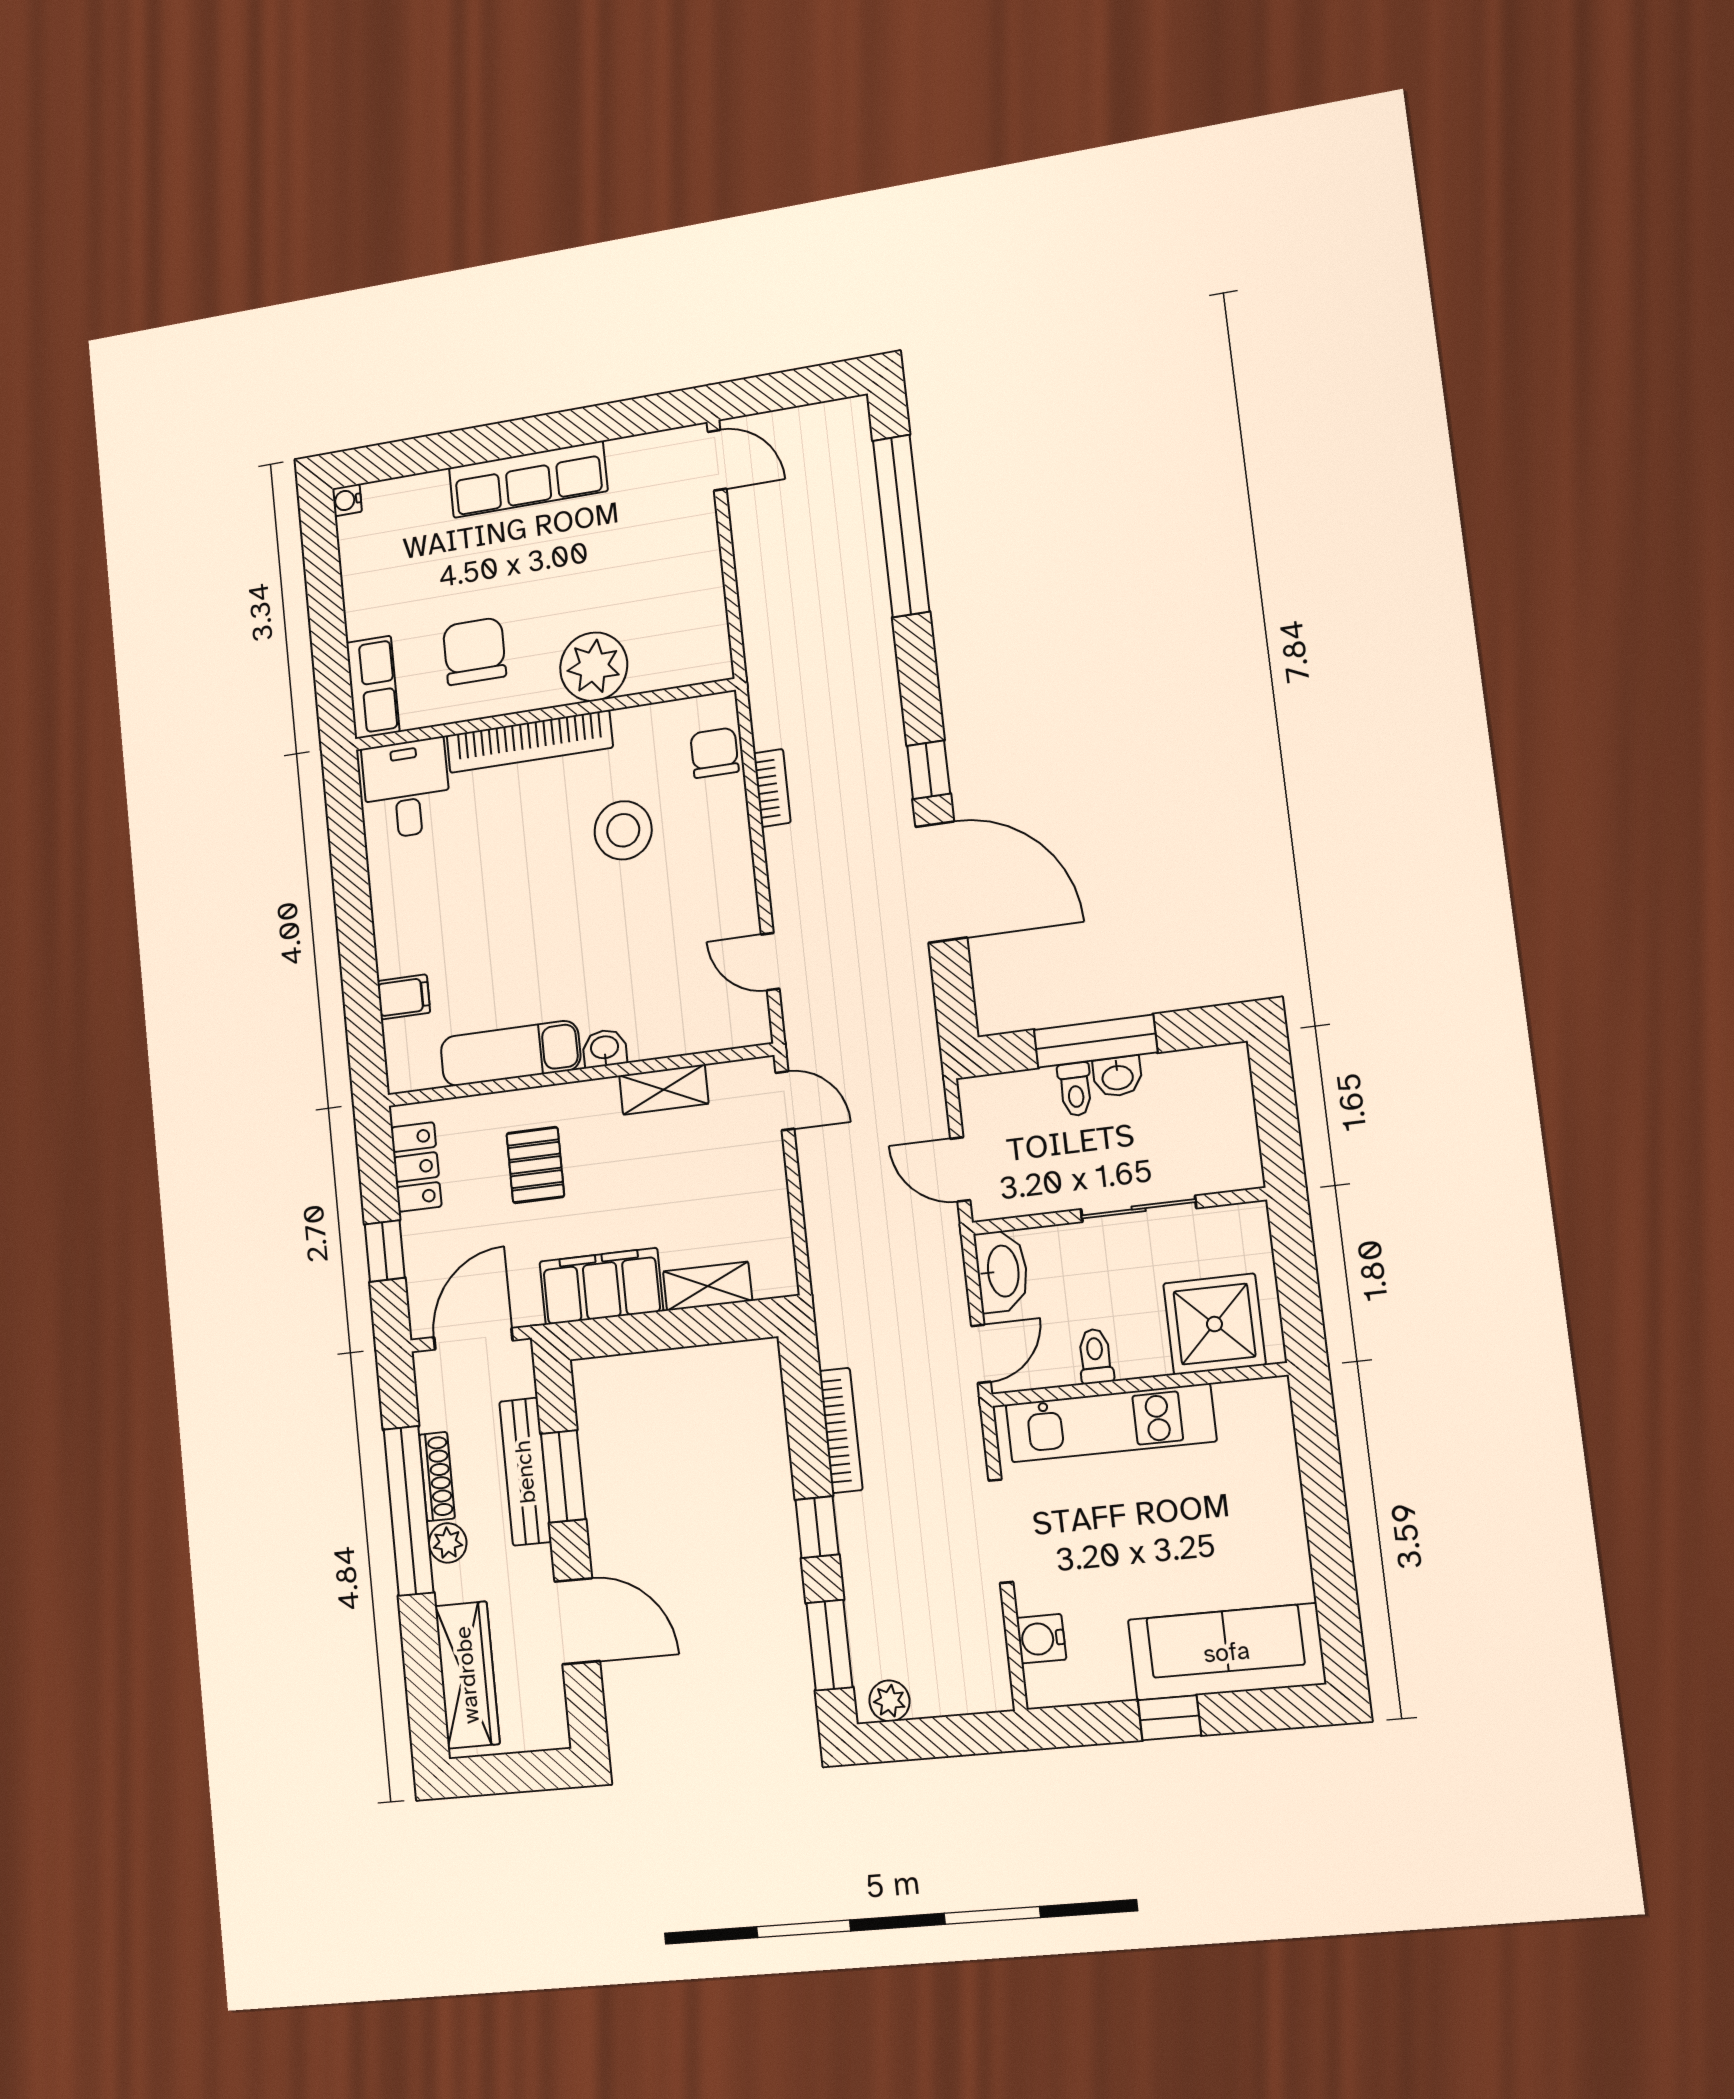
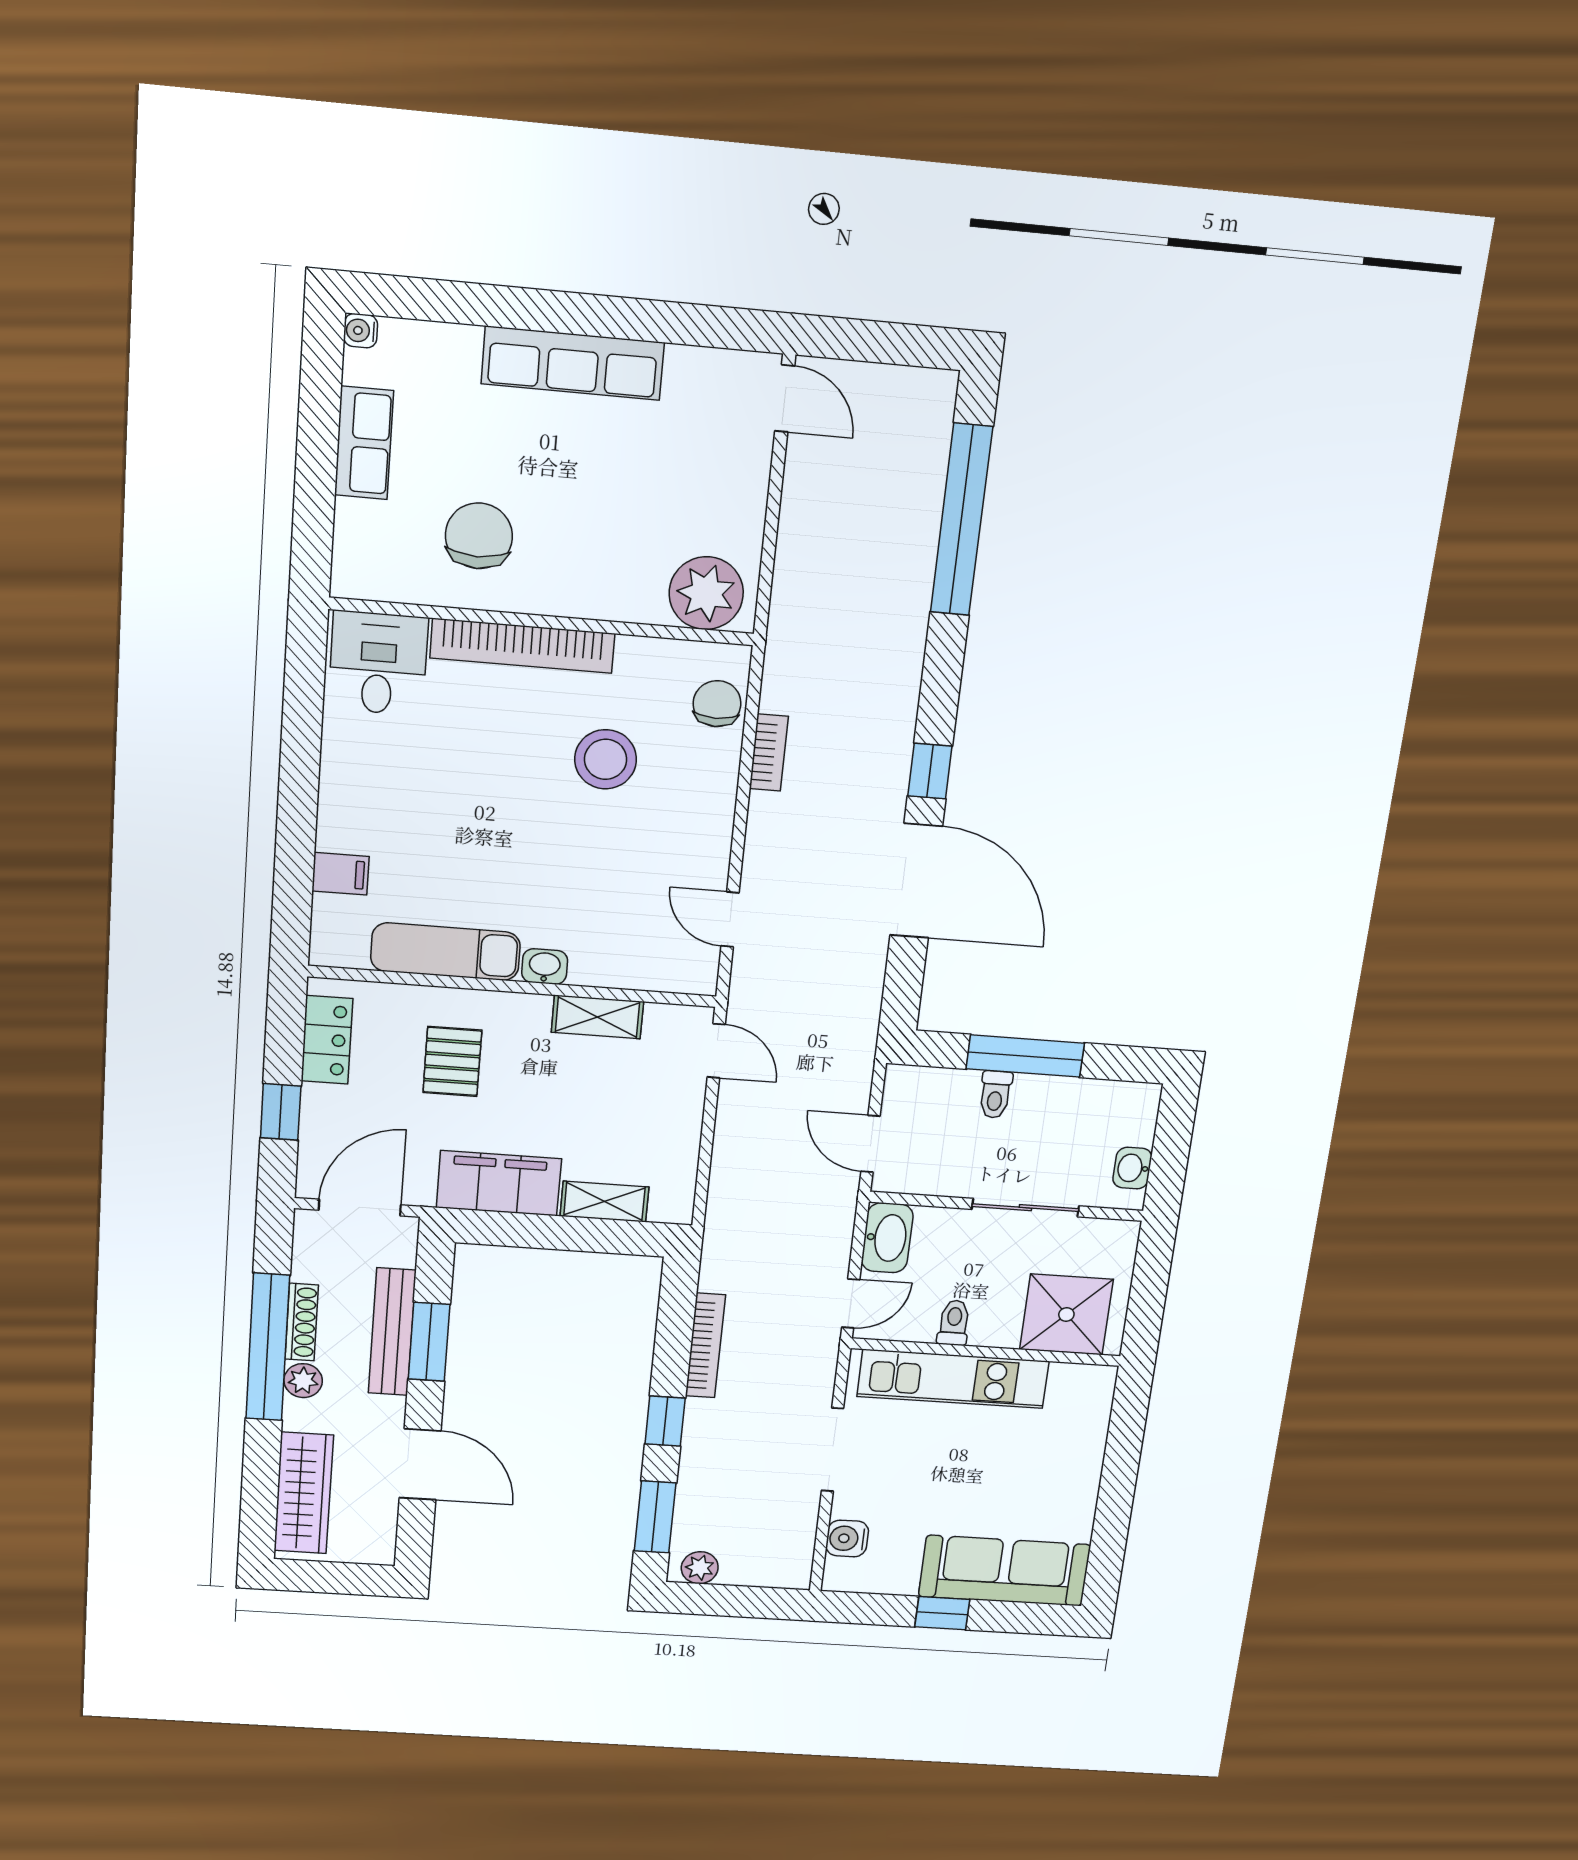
plant: (594, 667) -> (706, 593), moved
row of seats: (373, 687) -> (364, 443), moved
washbasin: (1118, 1077) -> (1132, 1168), moved, turned 90

